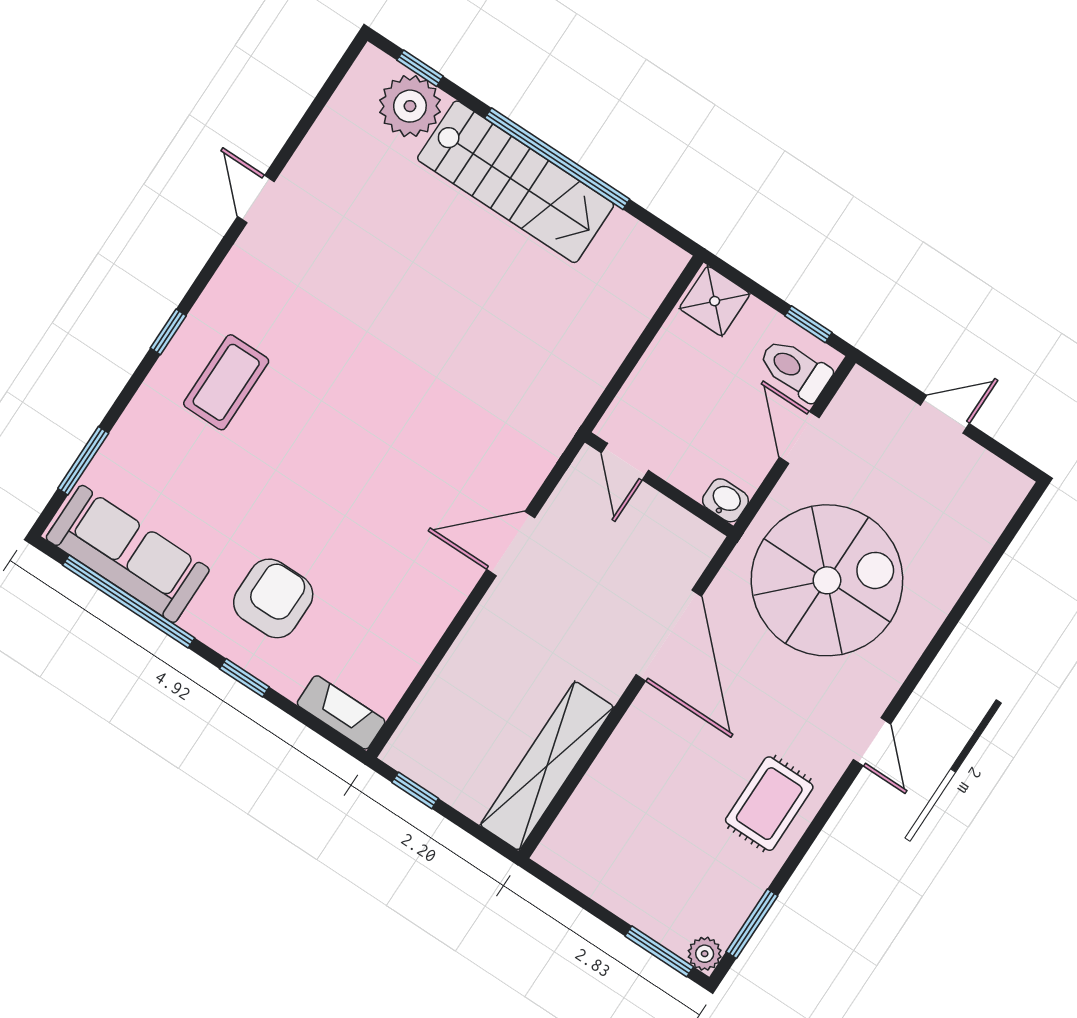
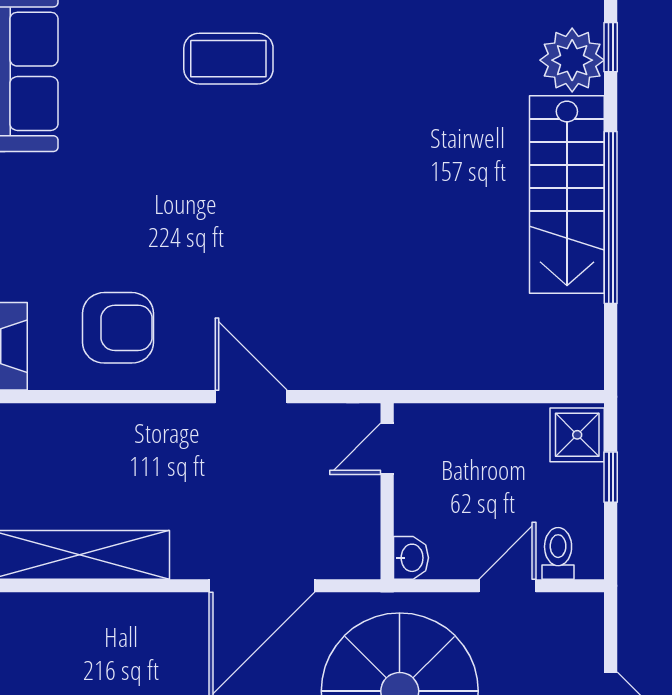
window: (808, 324) -> (611, 477), moved
toilet: (795, 369) -> (558, 553), width x0.73, depth x0.72
armchair: (273, 598) -> (118, 328), moved

